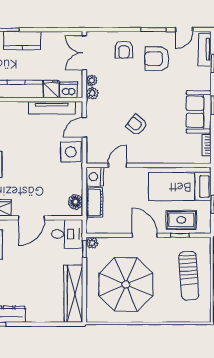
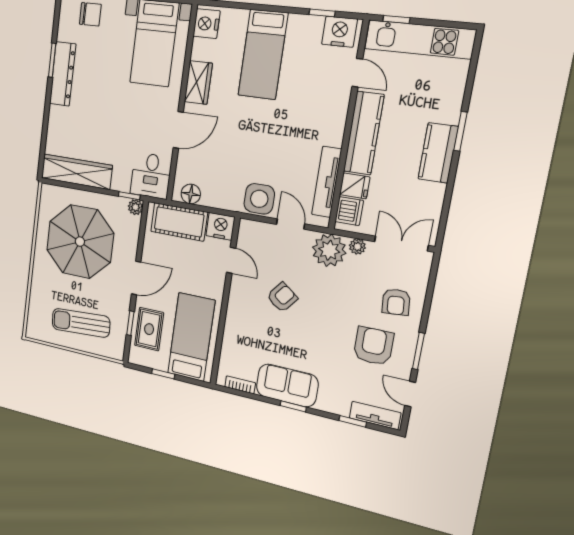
armchair: (124, 49) -> (396, 302), turned -95
plant: (92, 93) -> (329, 250), width x1.88, depth x1.88
cot: (94, 202) -> (179, 222), width x1.37, depth x1.34
door: (31, 218) -> (178, 130), swing flipped

